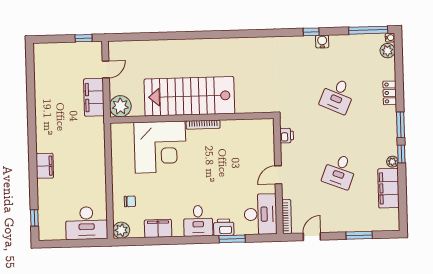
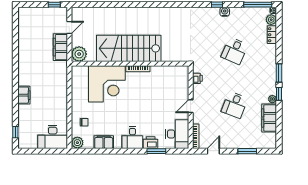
locker: (390, 93) -> (272, 35), moved

